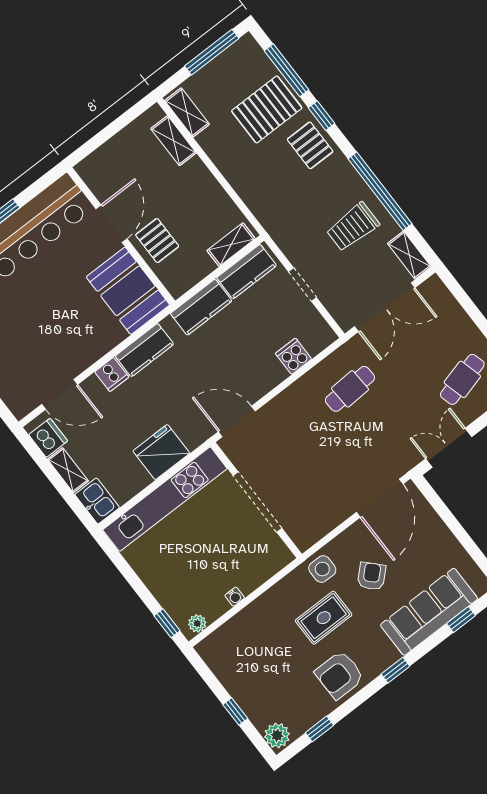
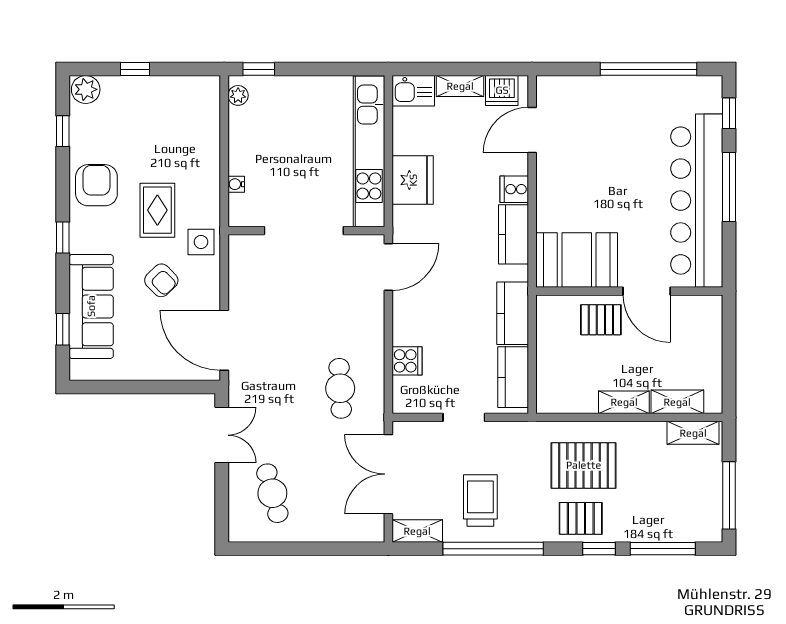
pallet: (267, 109) -> (584, 465), moved, turned 90
shelving: (231, 245) -> (624, 402), moved, turned 90
water cooler: (235, 597) -> (236, 184), moved

